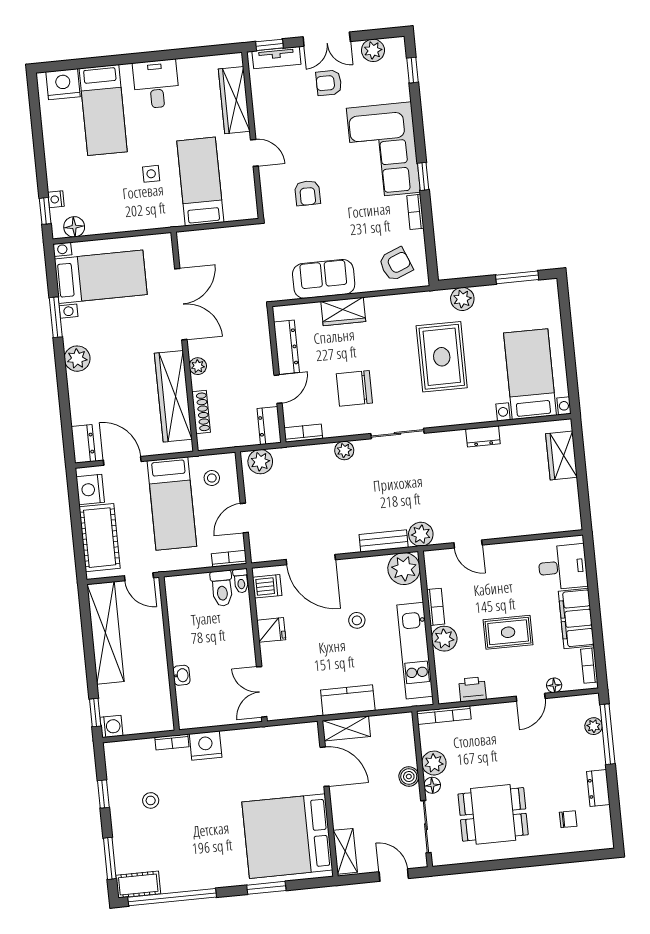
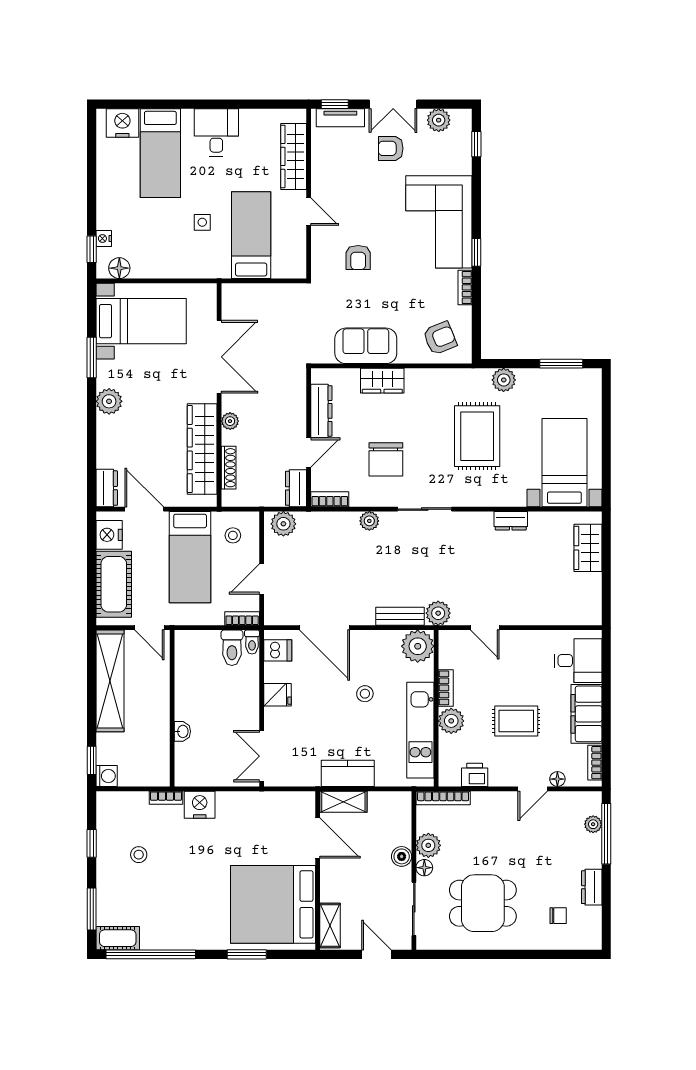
chair: (354, 388) -> (386, 459), turned -90

